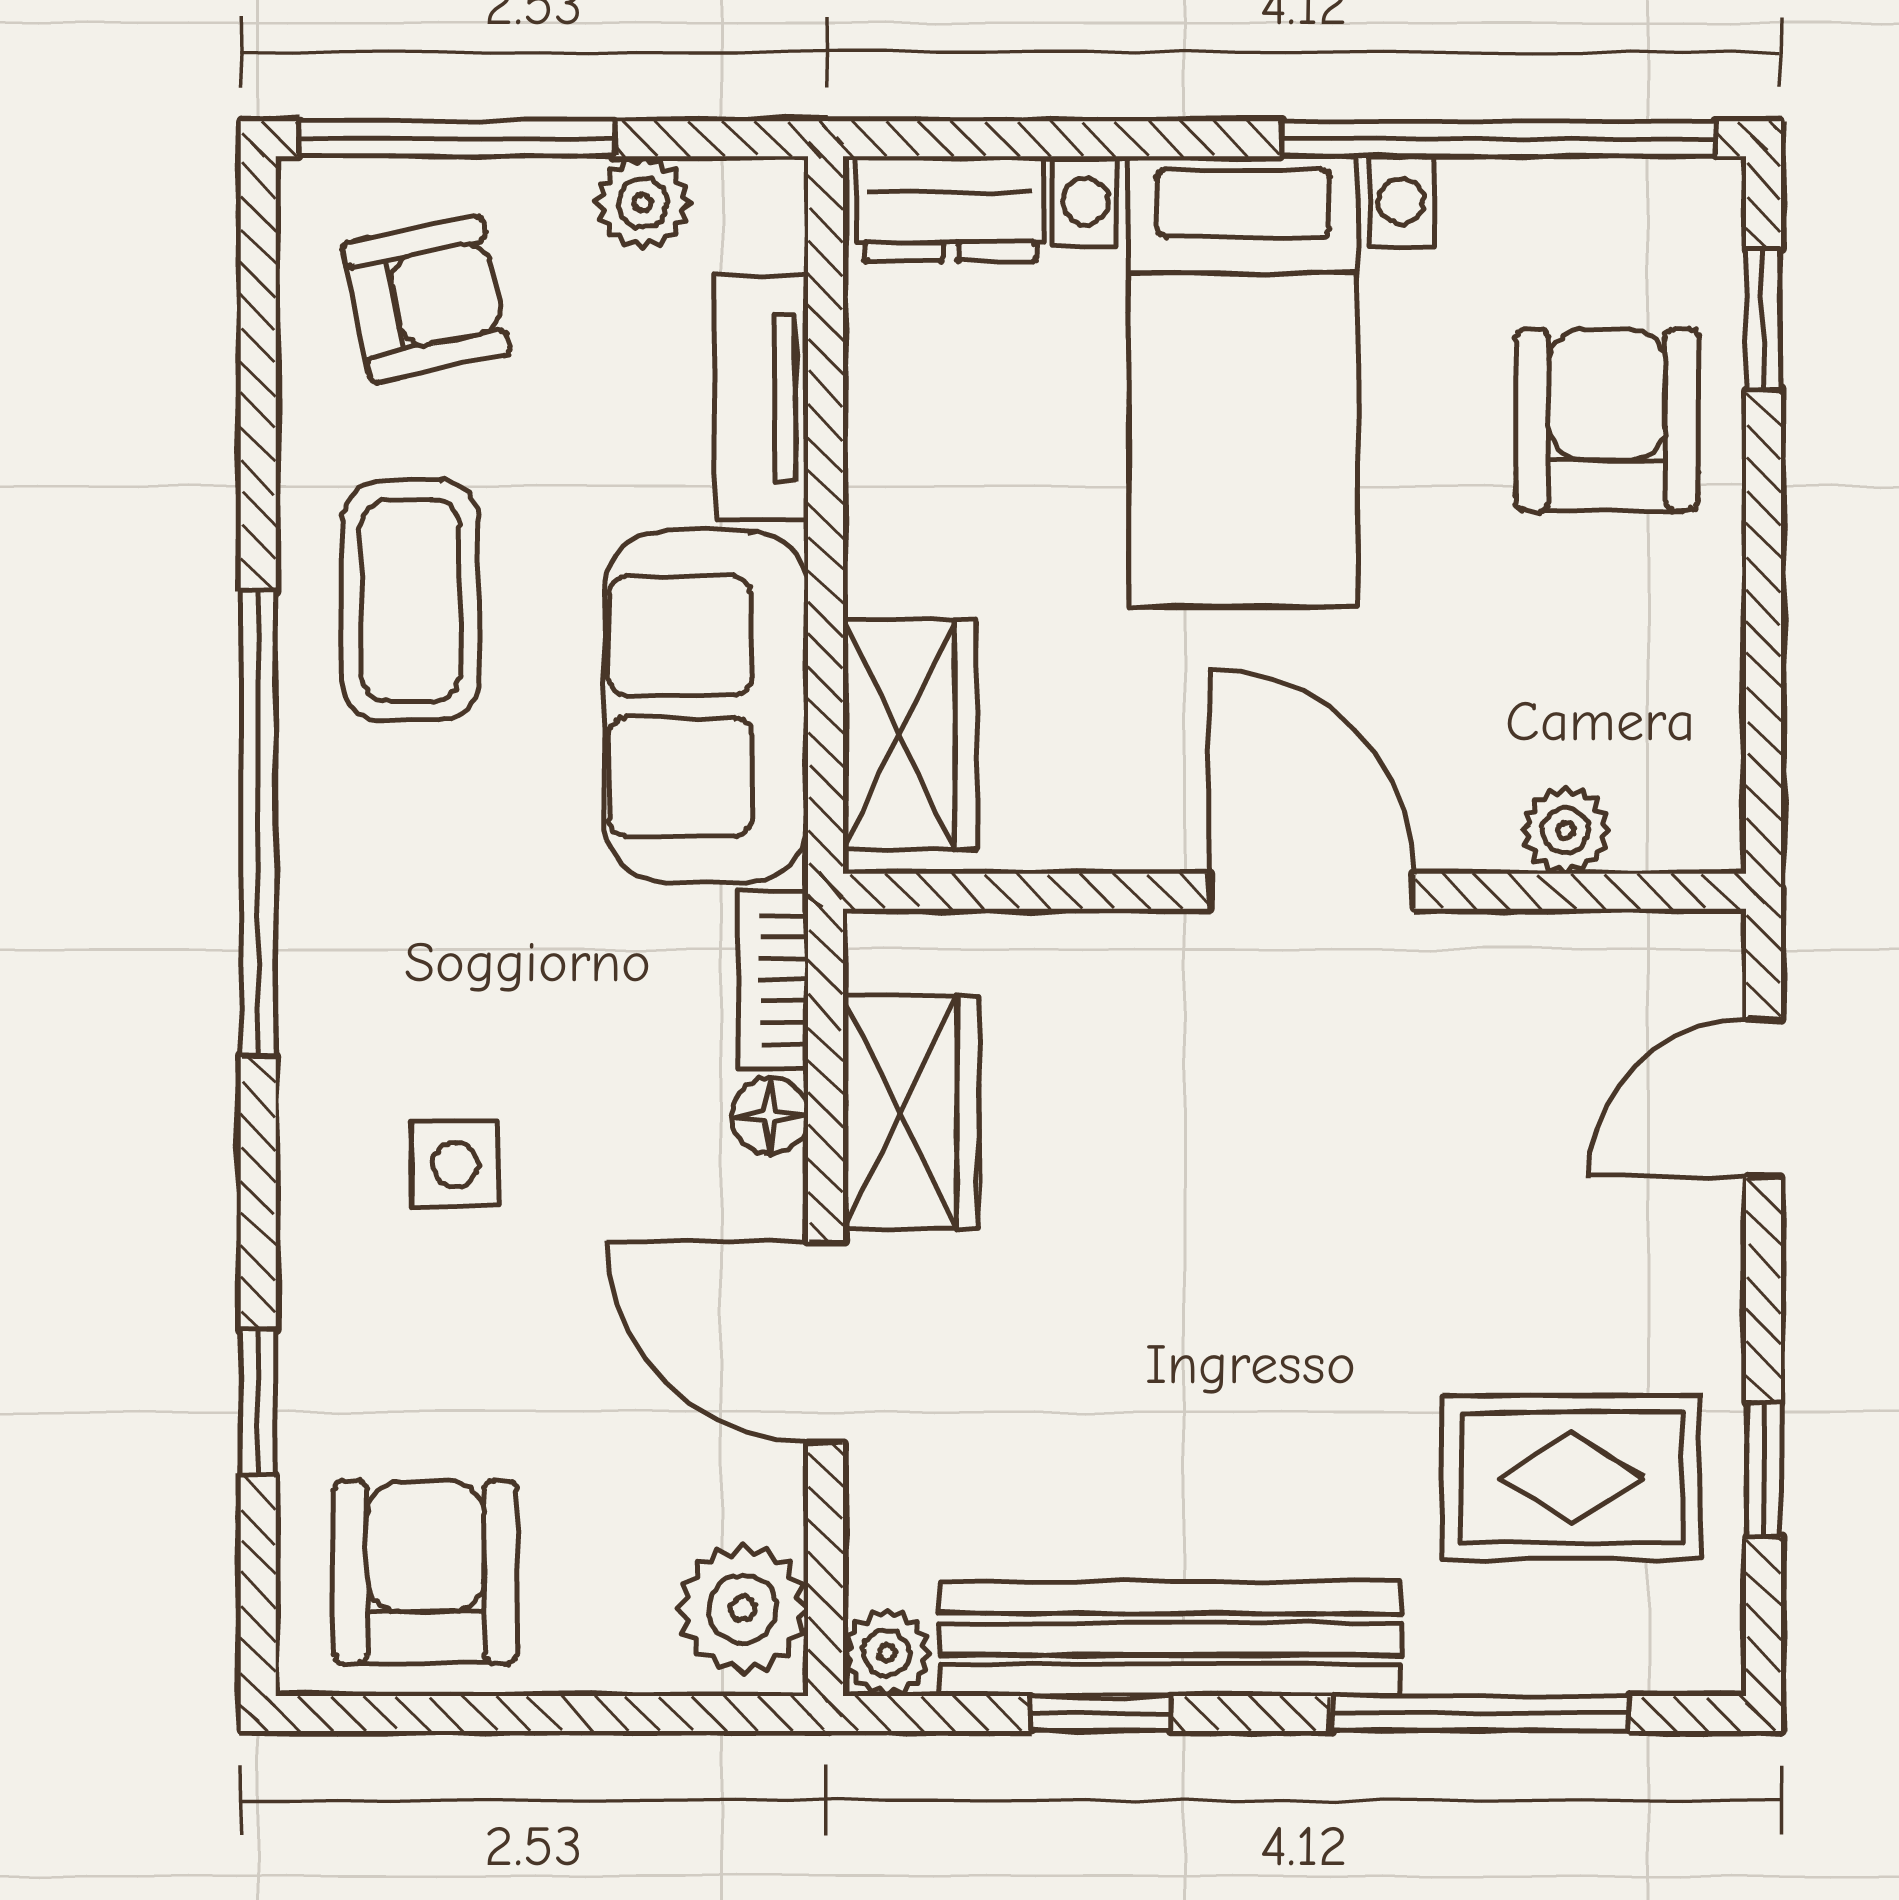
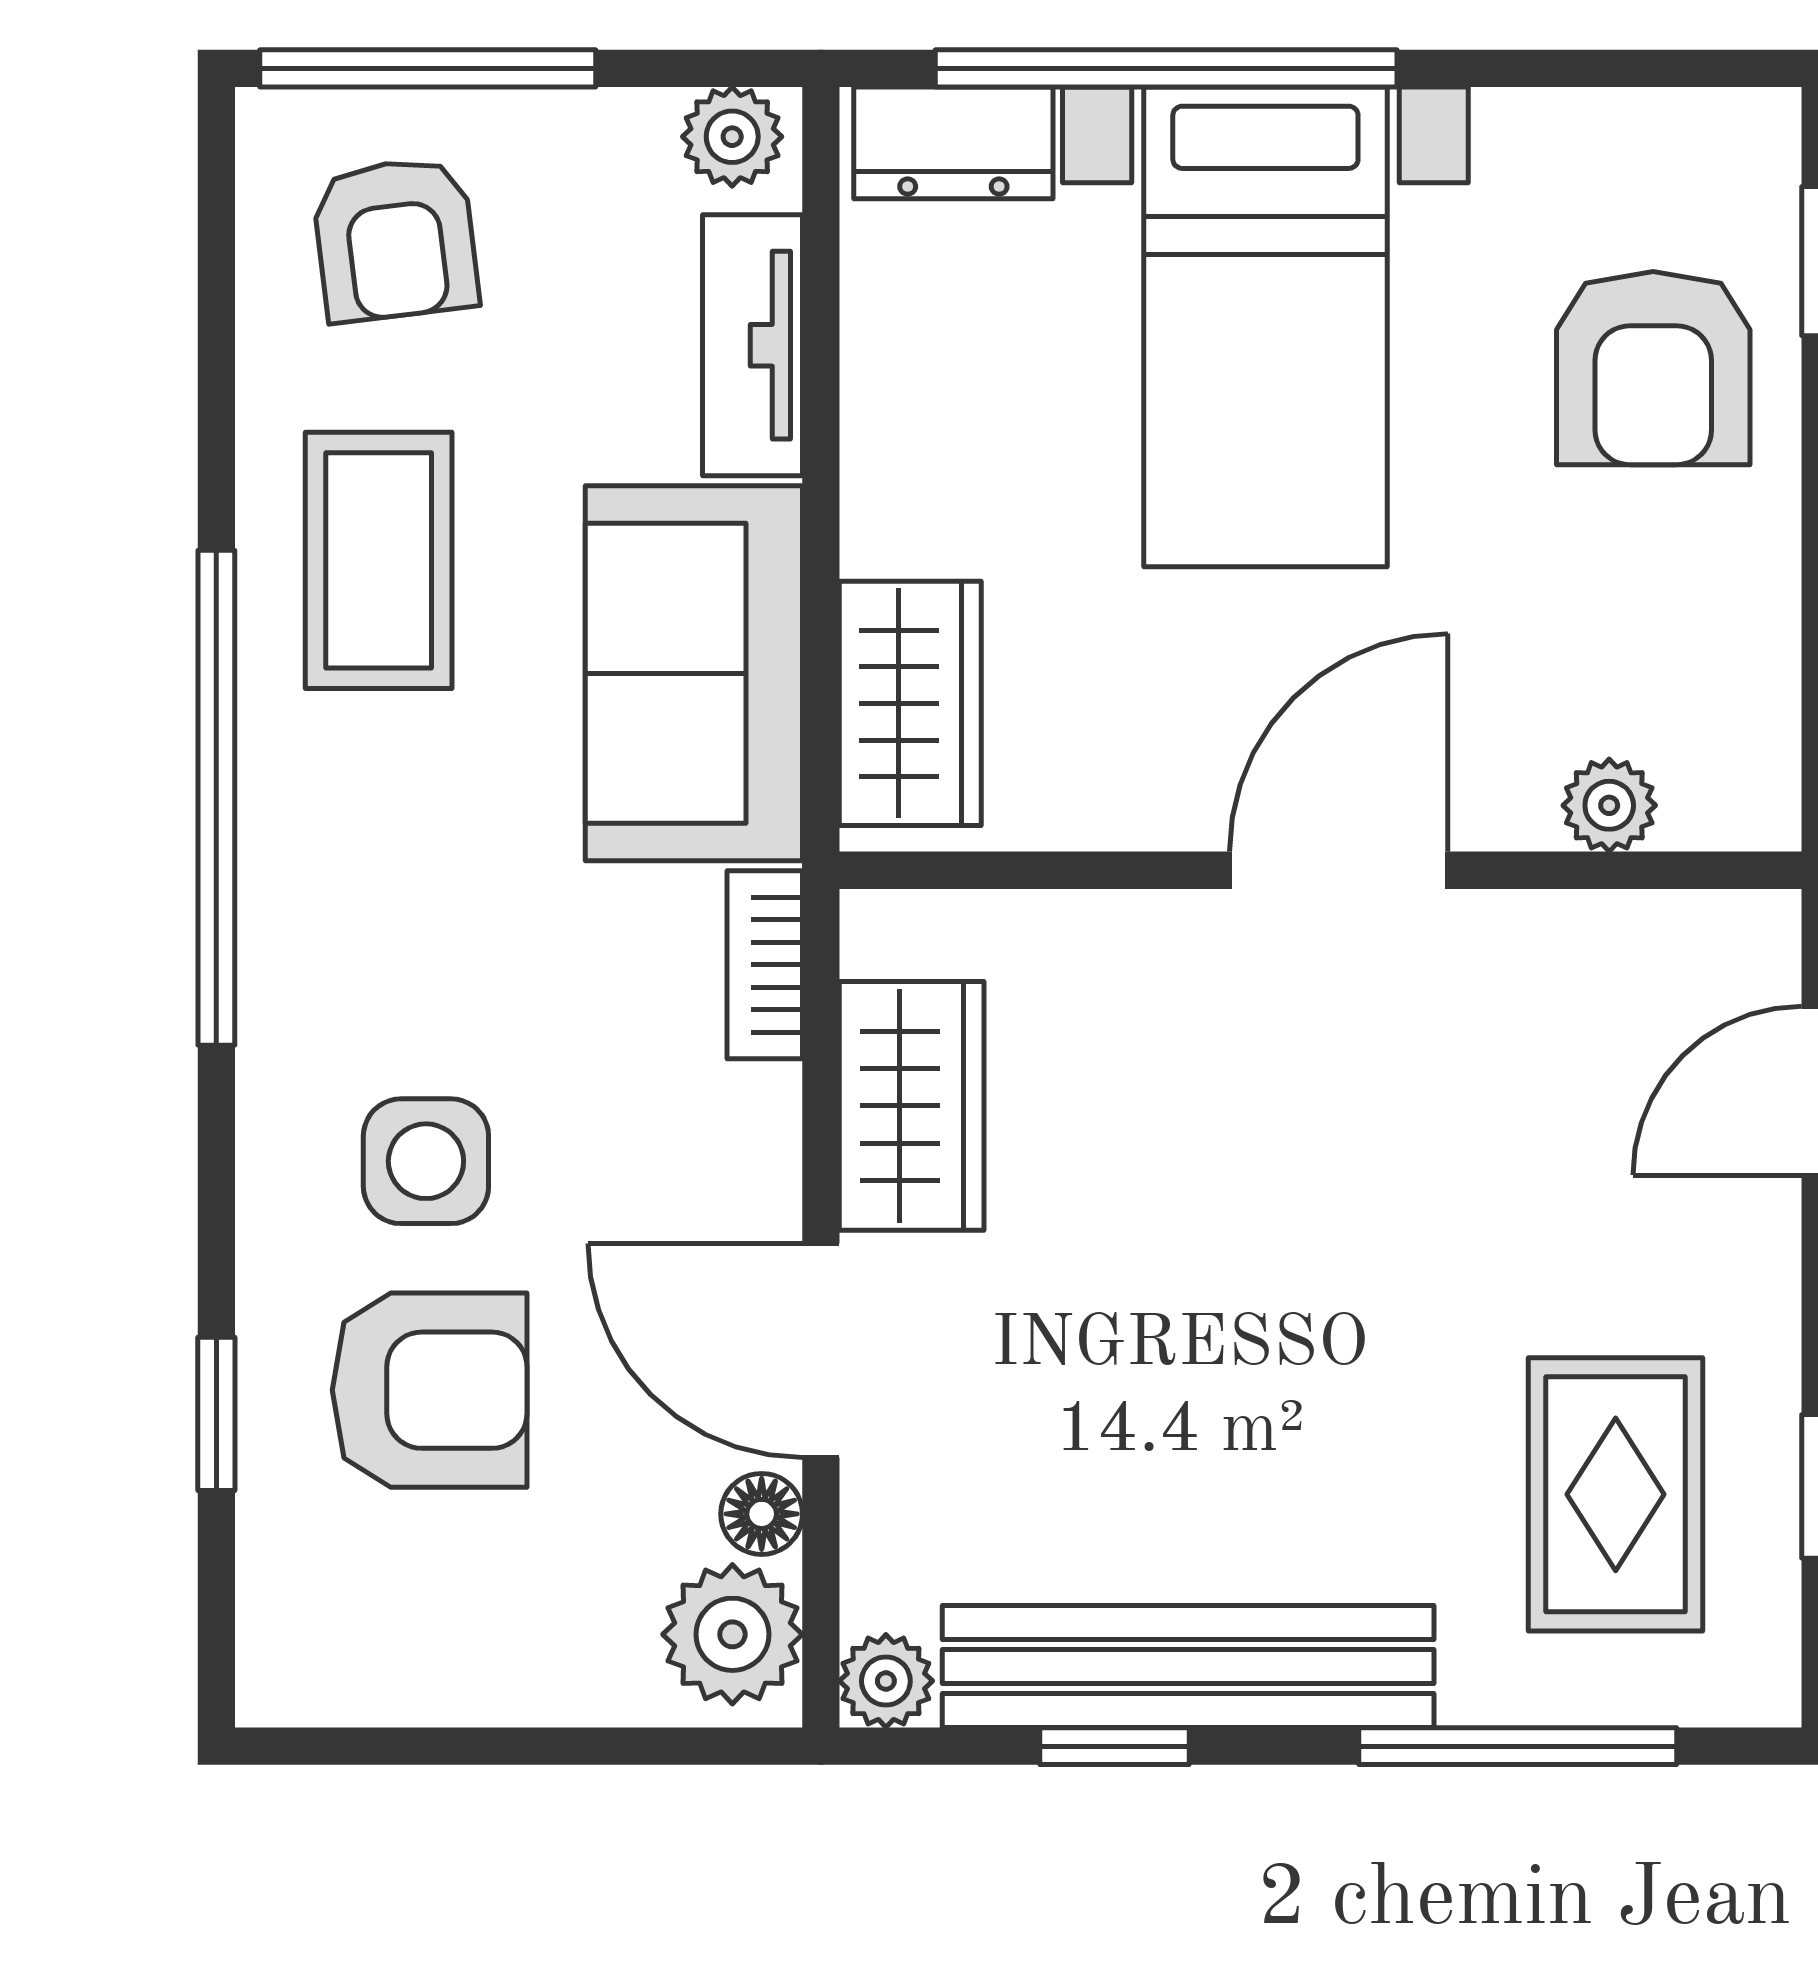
window: (1498, 139) -> (1166, 68), moved
plant: (643, 203) -> (732, 137), moved
armchair: (426, 299) -> (395, 239), turned 95
armchair: (1607, 420) -> (1653, 368), turned 180
door: (1312, 891) -> (1339, 870), hinge flipped
floor lamp: (770, 1116) -> (762, 1514), moved
side table: (455, 1164) -> (426, 1161), width x1.37, depth x1.37
rug: (1572, 1477) -> (1616, 1494), turned 90
armchair: (426, 1572) -> (430, 1390), moved, turned 90

